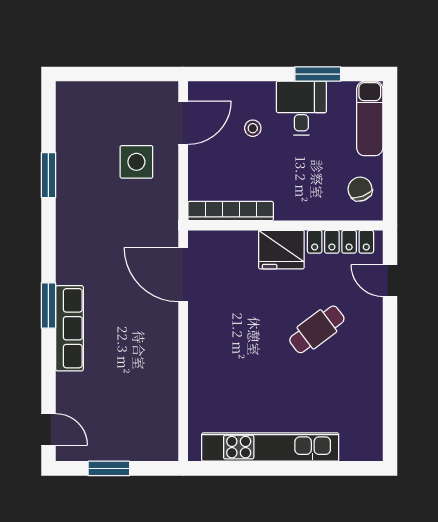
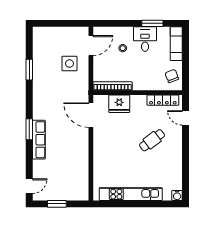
fridge: (281, 250) -> (119, 104), moved
door: (48, 430) -> (29, 186), hinge flipped
water cooler: (372, 450) -> (177, 195), added

